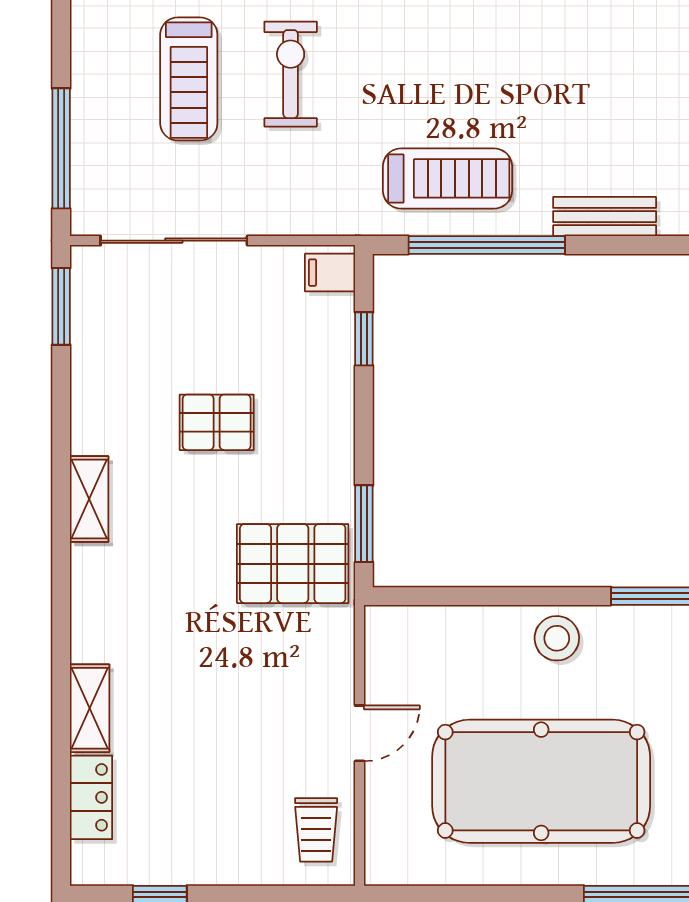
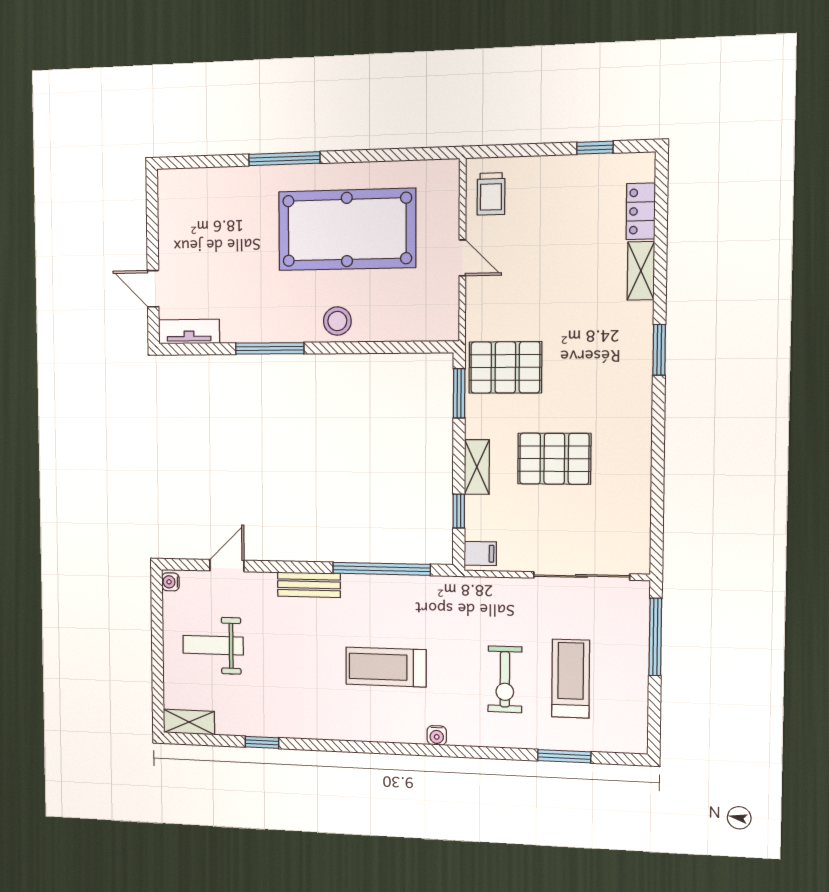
treadmill: (447, 178) -> (386, 667), moved
window: (61, 306) -> (659, 350), moved
pallet: (217, 422) -> (554, 459), width x1.50, depth x1.42
shelving: (89, 499) -> (477, 467), moved
door: (360, 733) -> (462, 258), swing flipped
trolley: (316, 830) -> (491, 194), turned 180

